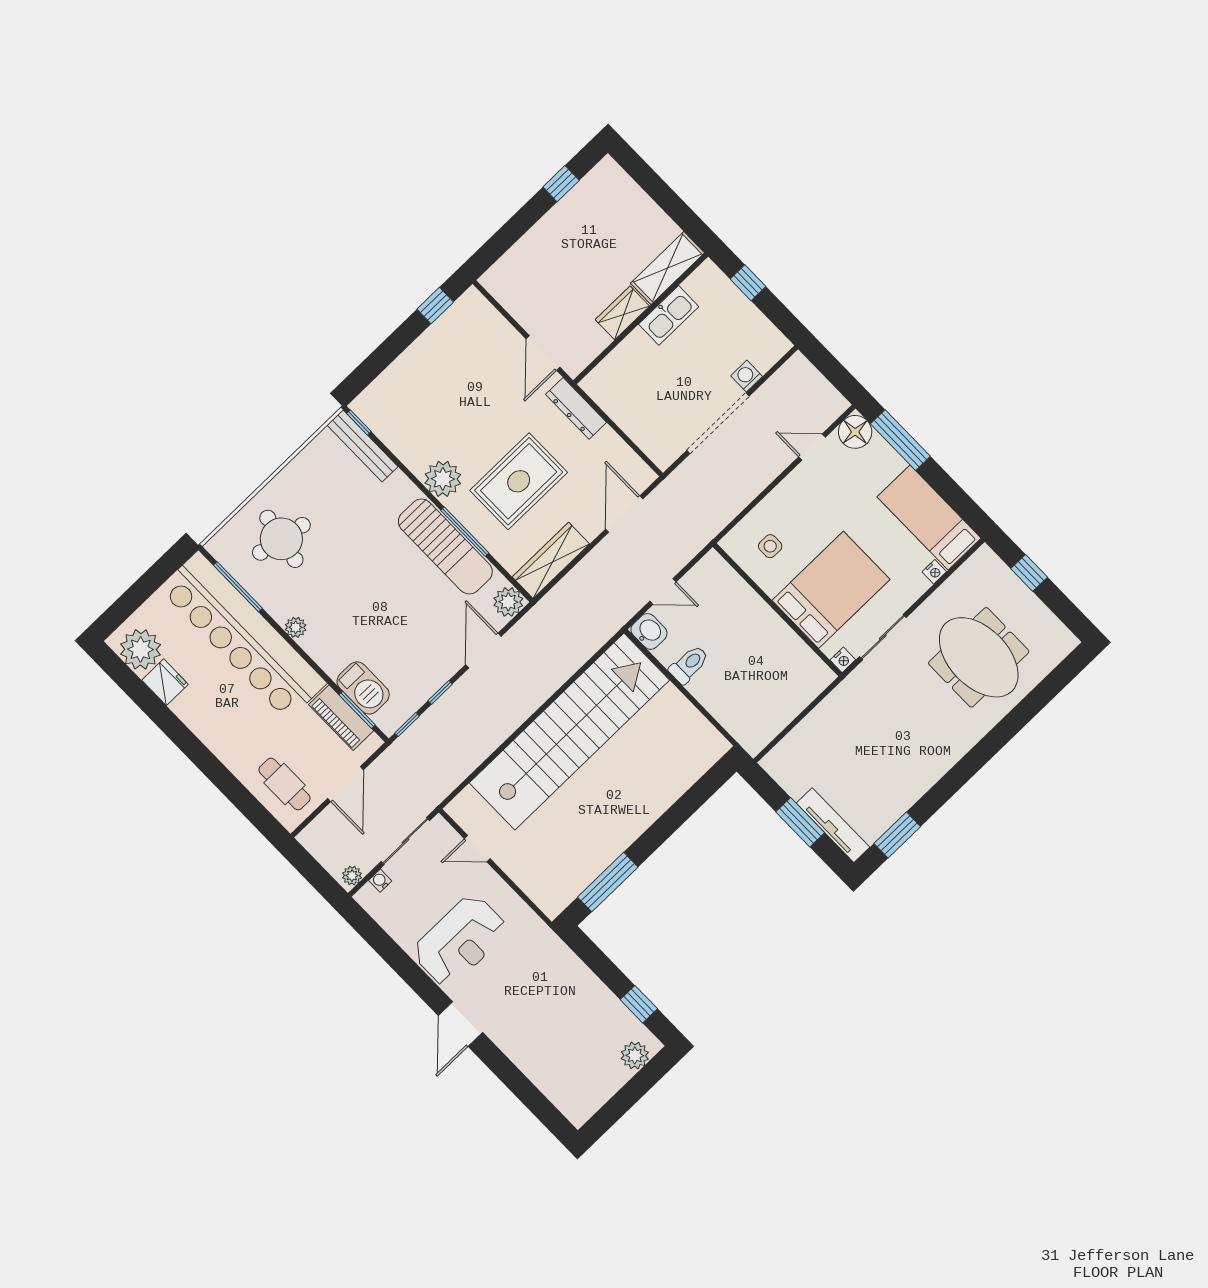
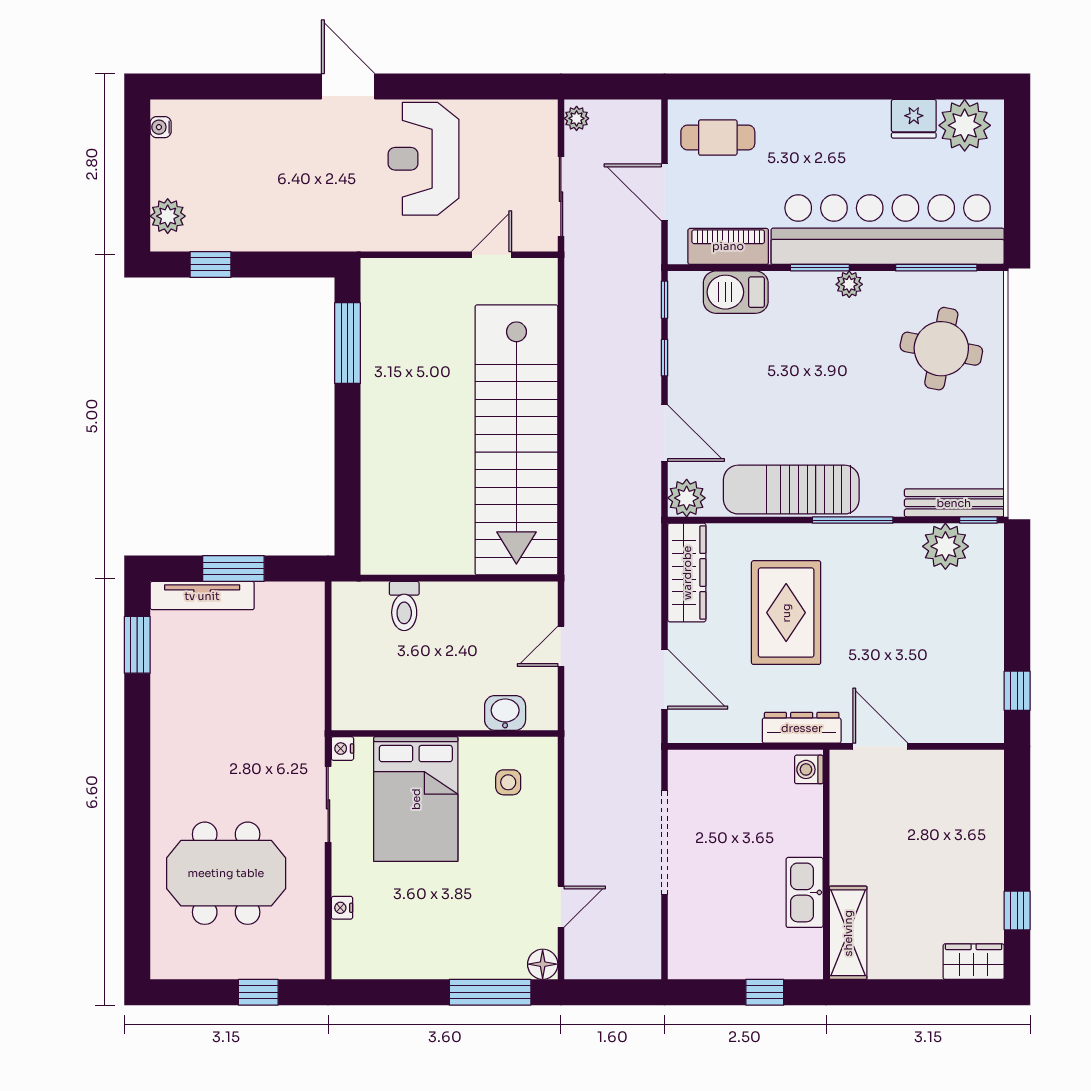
wardrobe: (622, 313) -> (974, 962), moved, turned -90
washing machine: (747, 376) -> (809, 769), moved, turned 180
floor lamp: (855, 432) -> (543, 964), width x0.73, depth x0.73
plant: (443, 479) -> (945, 546), moved
bed: (929, 517) -> (395, 951), removed
window: (465, 532) -> (853, 520), moved
washbasin: (649, 631) -> (505, 713), moved, turned 180
toilet: (689, 664) -> (404, 606), moved
window: (357, 710) -> (820, 268), moved
water cooler: (380, 881) -> (161, 127), moved, turned 180

